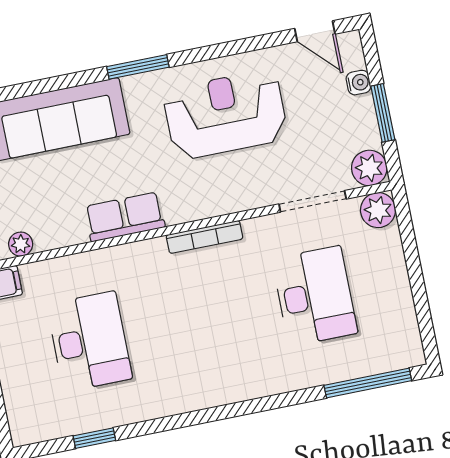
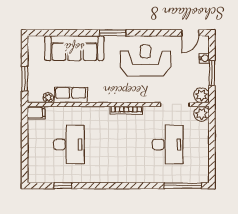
door: (315, 31) -> (190, 33), hinge flipped
row of seats: (125, 217) -> (71, 95), moved

